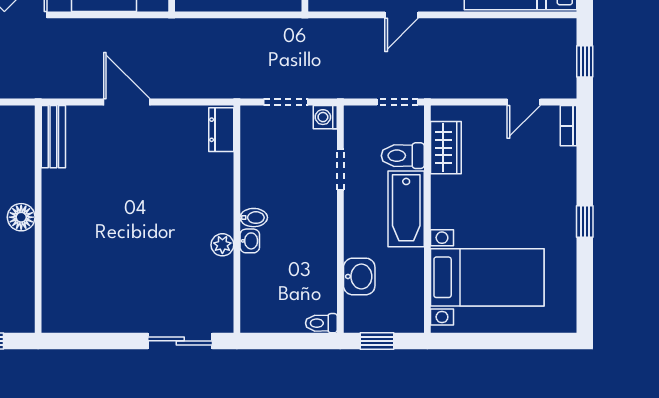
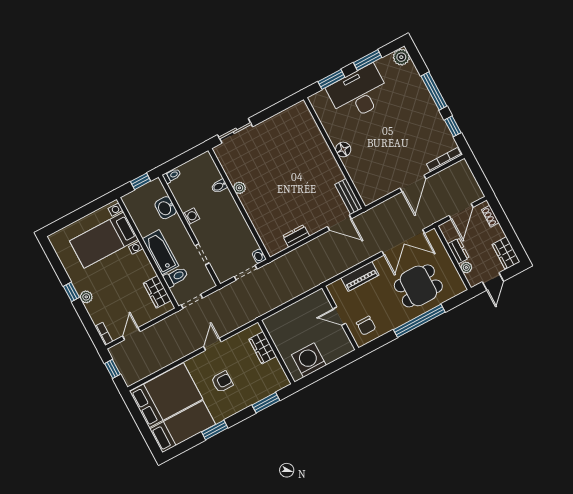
door: (127, 102) -> (339, 223), moved
washing machine: (325, 117) -> (191, 216), moved
dresser: (221, 130) -> (296, 236), moved, turned -90
plant: (565, 201) -> (86, 297), added
bidet: (254, 218) -> (219, 186), moved
washbasin: (250, 241) -> (259, 256), moved

